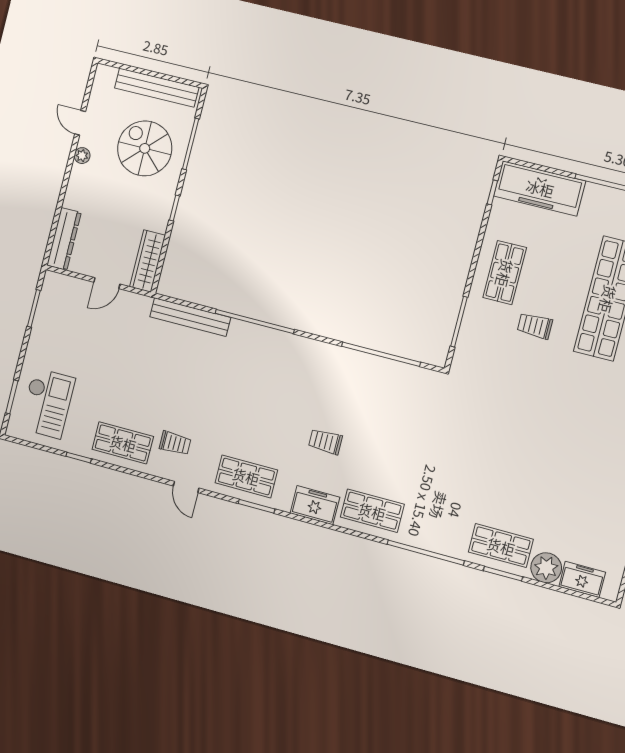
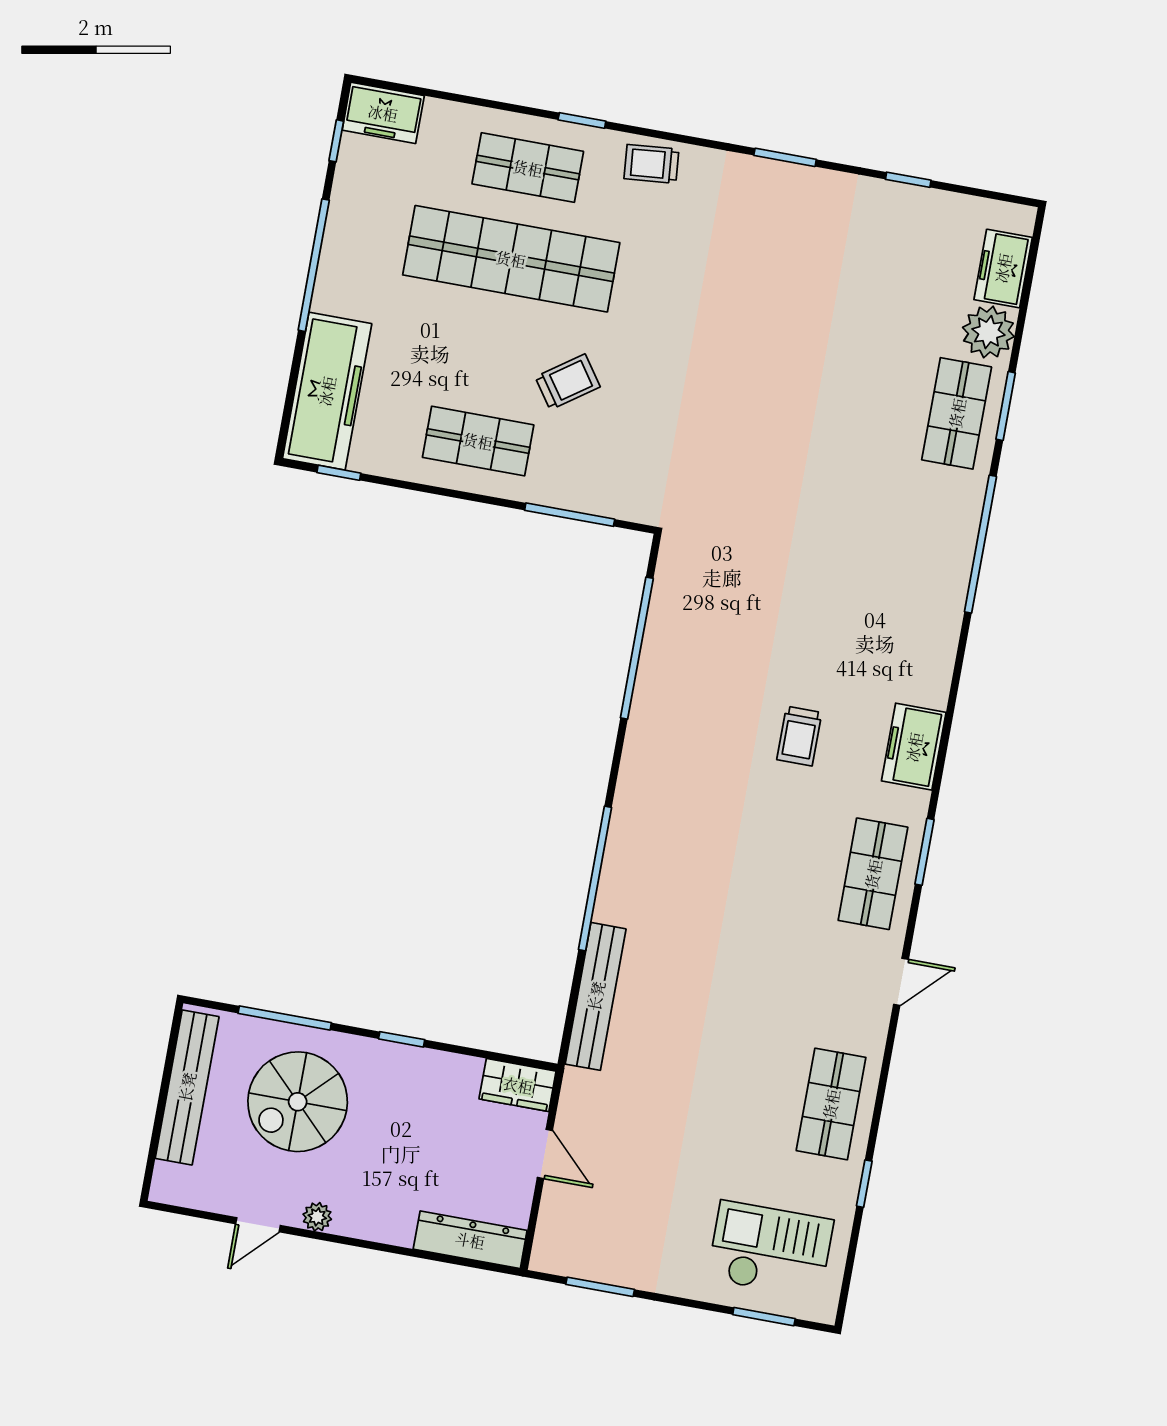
wardrobe: (148, 261) -> (518, 1085), width x0.67
trolley: (535, 326) -> (568, 382), turned -125
trolley: (175, 443) -> (824, 1008), removed
shop shelf: (372, 511) -> (915, 644), removed

